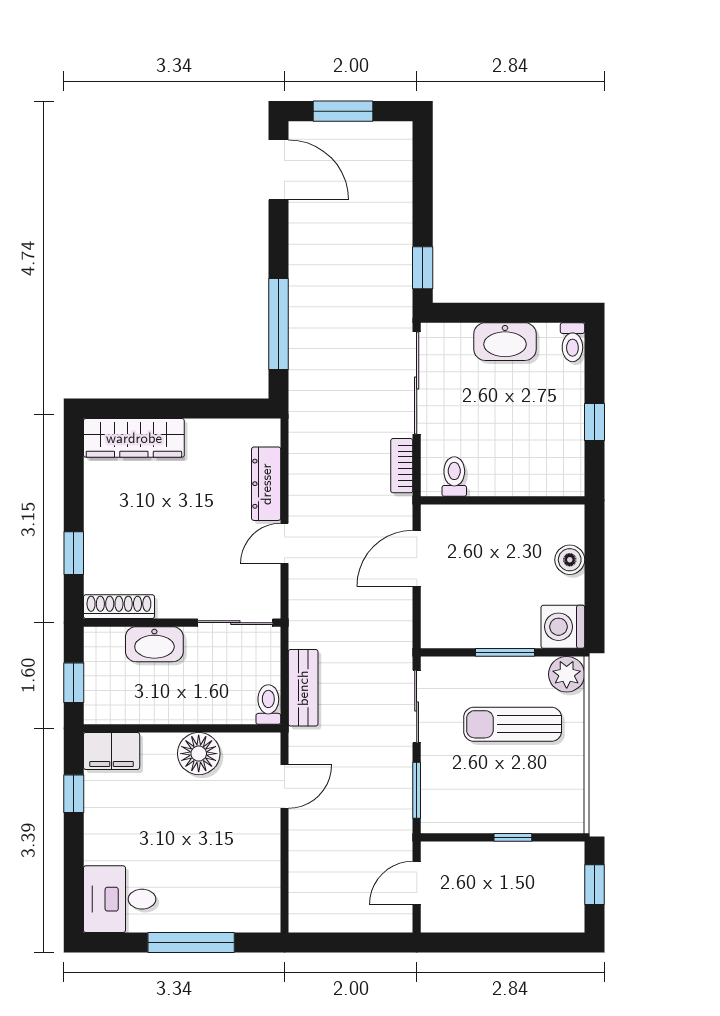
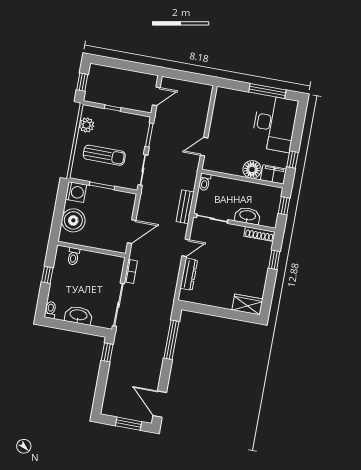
wardrobe: (134, 438) -> (247, 305), width x0.67
toilet: (454, 477) -> (73, 256), moved
boiler: (570, 560) -> (73, 220), width x1.86, depth x1.86
plant: (567, 674) -> (86, 125), moved
bench: (303, 688) -> (185, 207), moved
floor lamp: (199, 754) -> (252, 169), moved
desk: (120, 899) -> (275, 123), width x1.87, depth x1.30
window: (191, 942) -> (267, 91), moved

